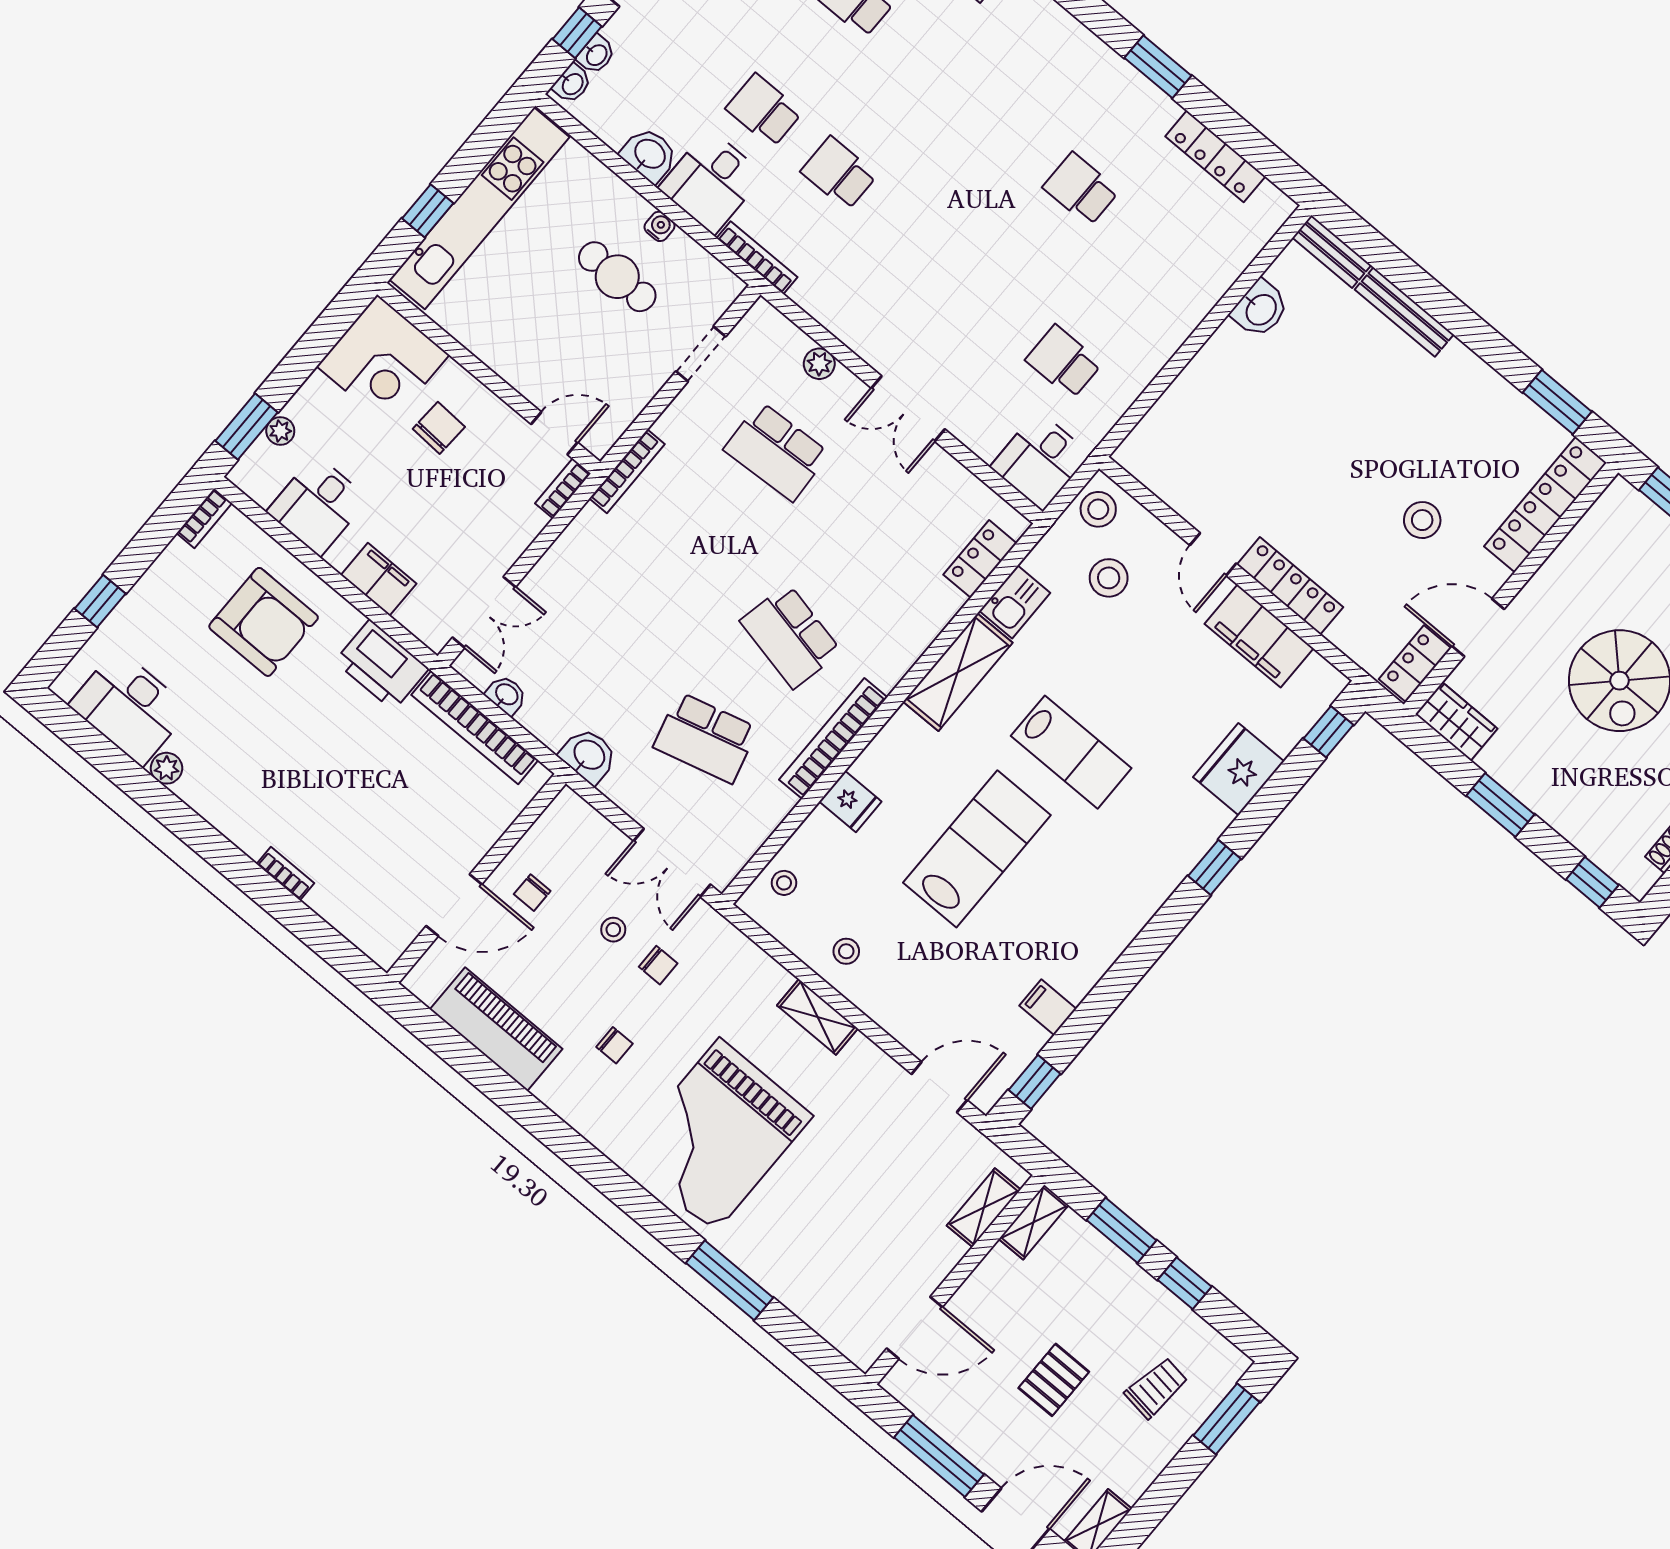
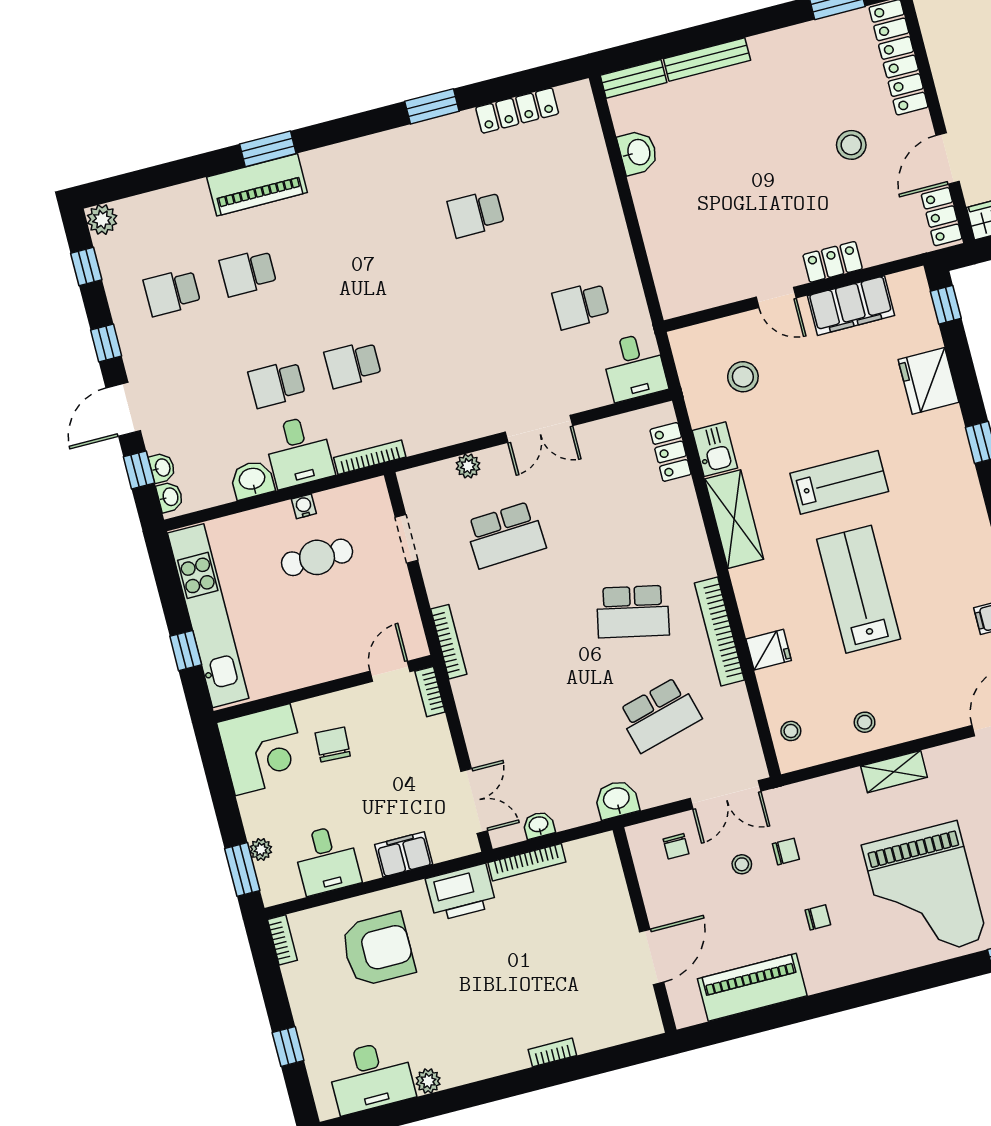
stool: (1098, 509) -> (693, 352), removed
locker: (1290, 586) -> (833, 262), width x0.66
bookcase: (475, 727) -> (527, 862), width x0.68, depth x0.76
chair: (532, 893) -> (676, 846), moved

